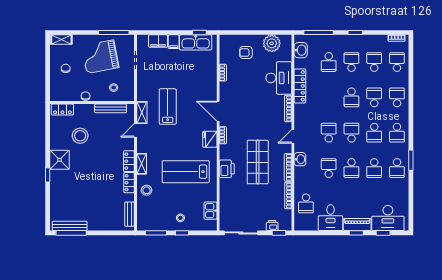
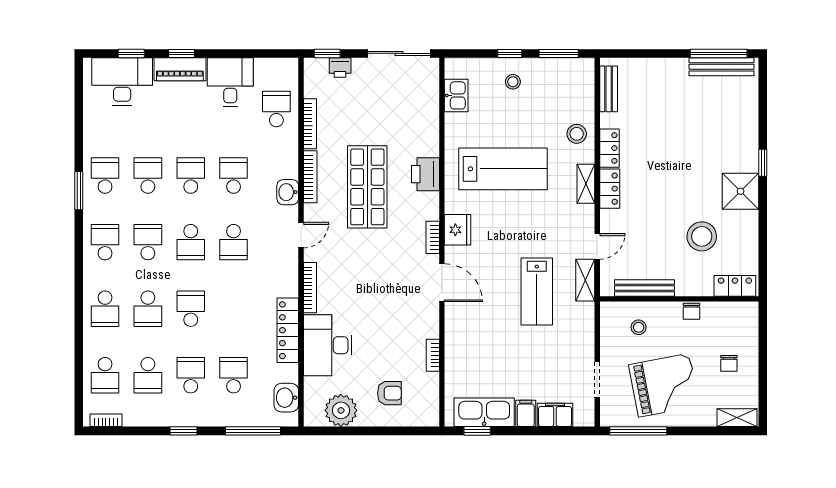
school desk: (351, 62) -> (191, 375), turned 180
school desk: (329, 168) -> (234, 176), turned 180

